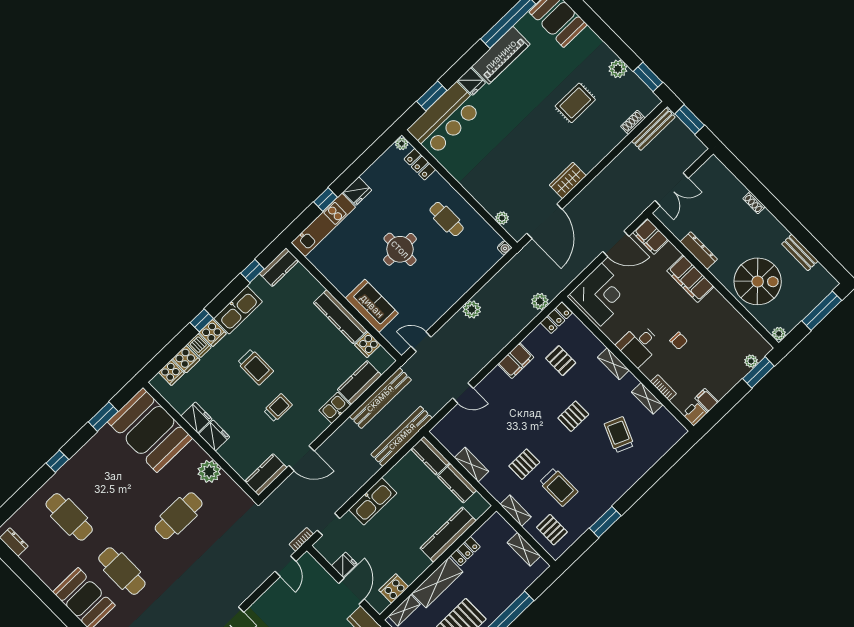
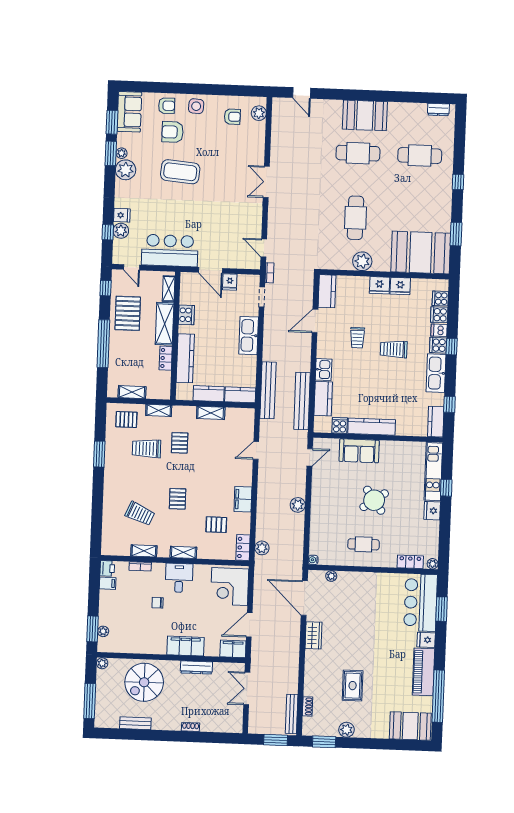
round table: (400, 249) -> (374, 500), turned -35
cooker: (394, 588) -> (186, 315), moved

